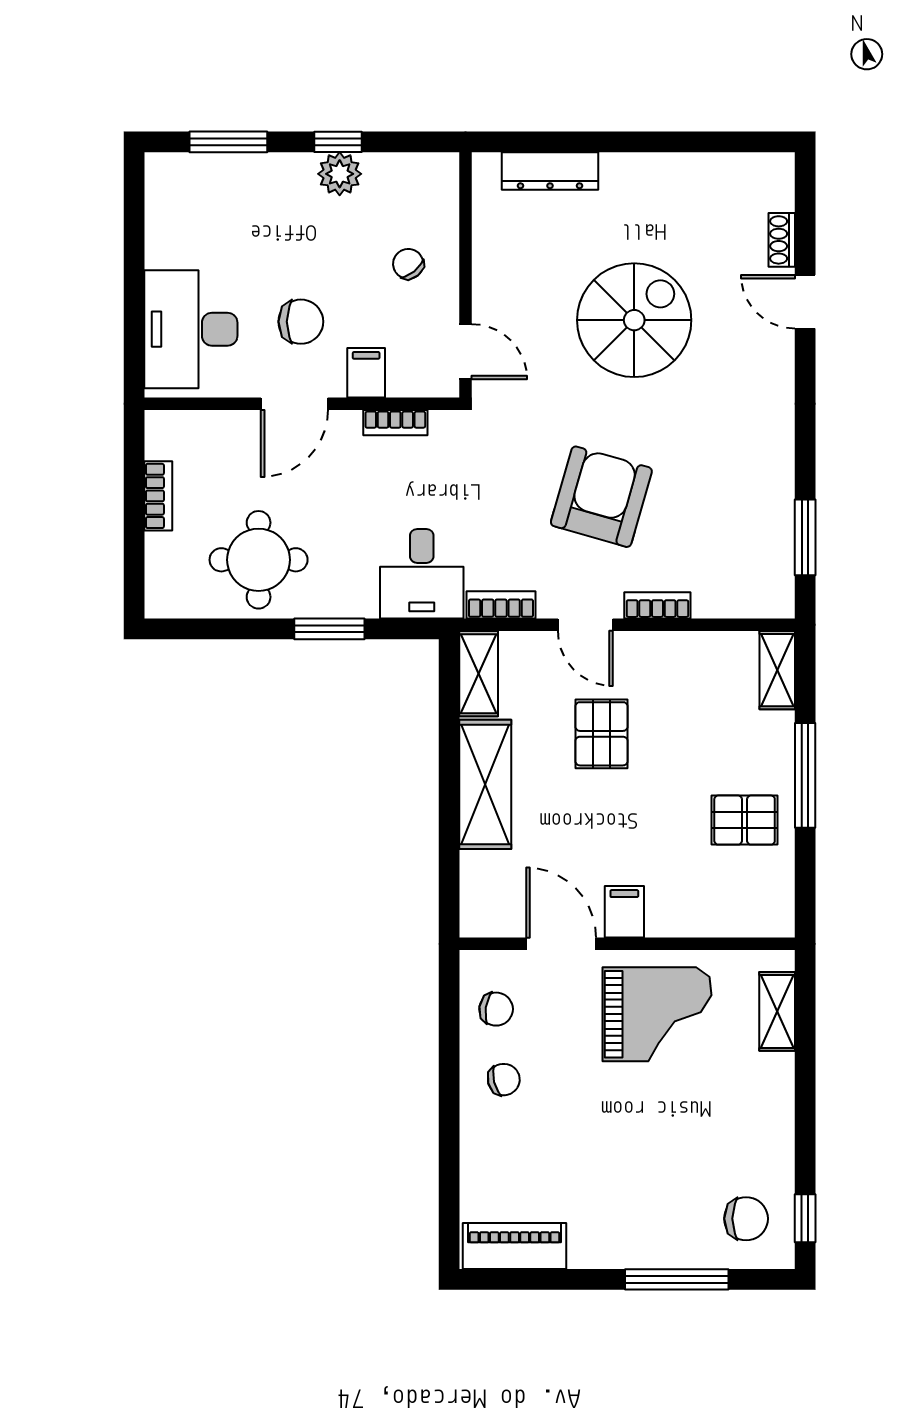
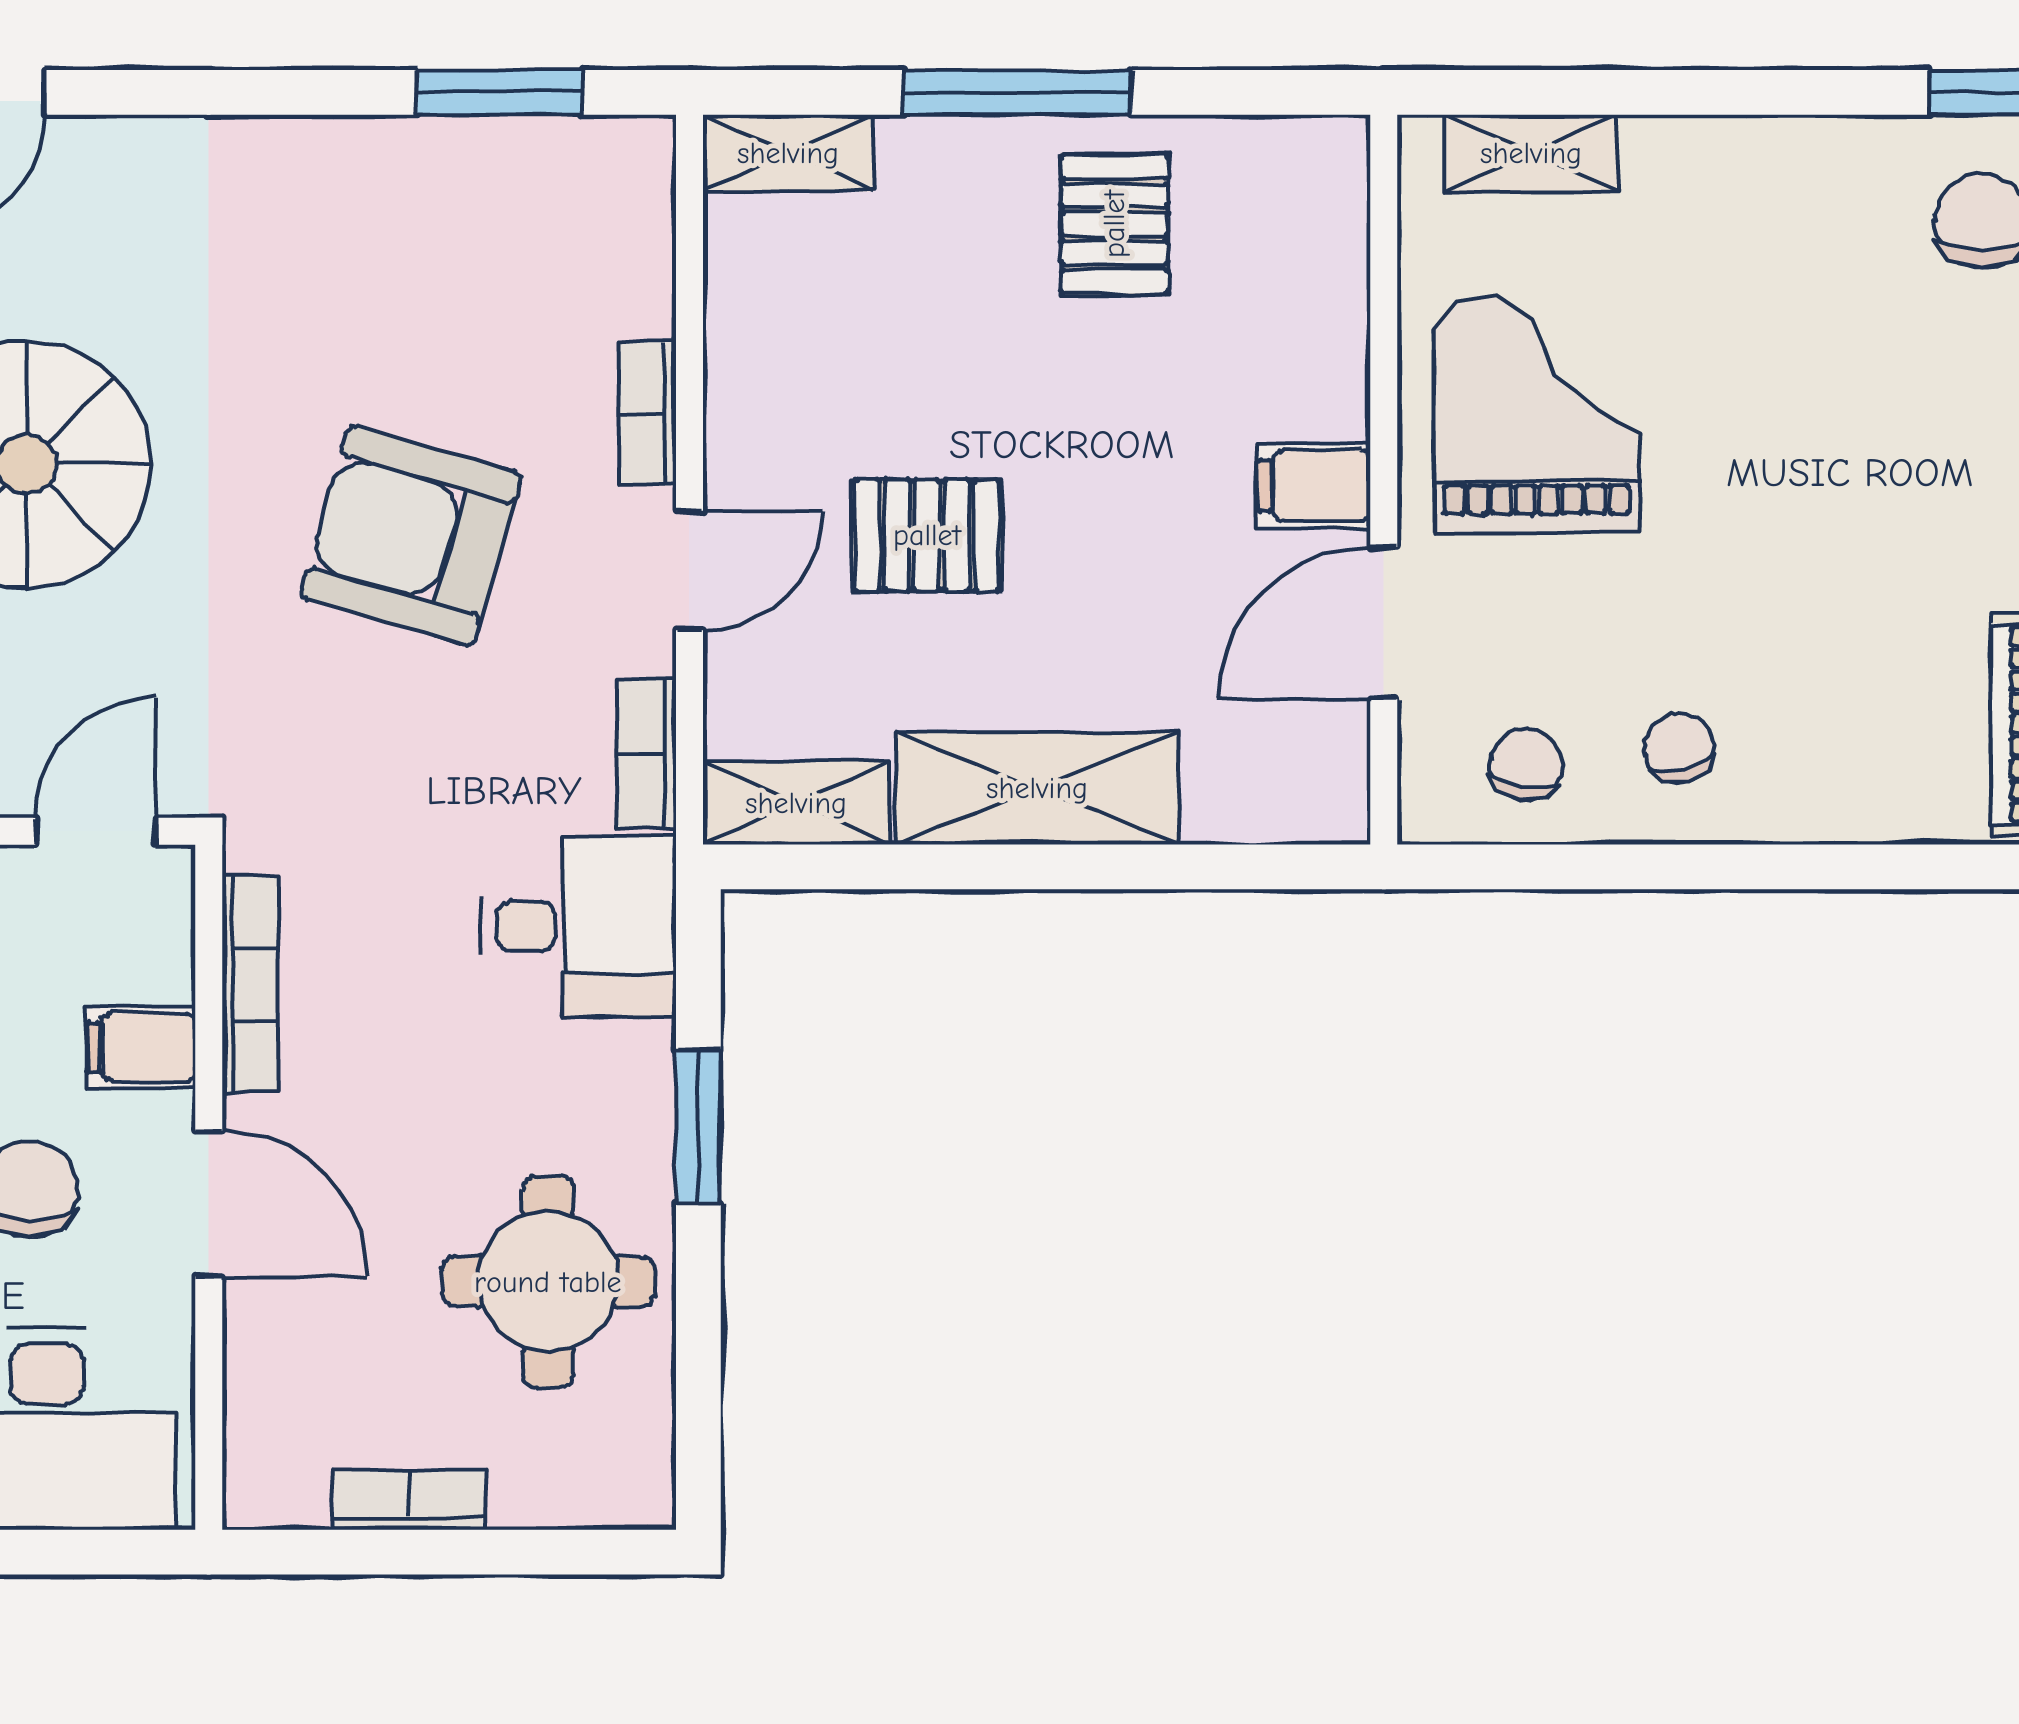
bookcase: (395, 423) -> (250, 984), width x1.56

